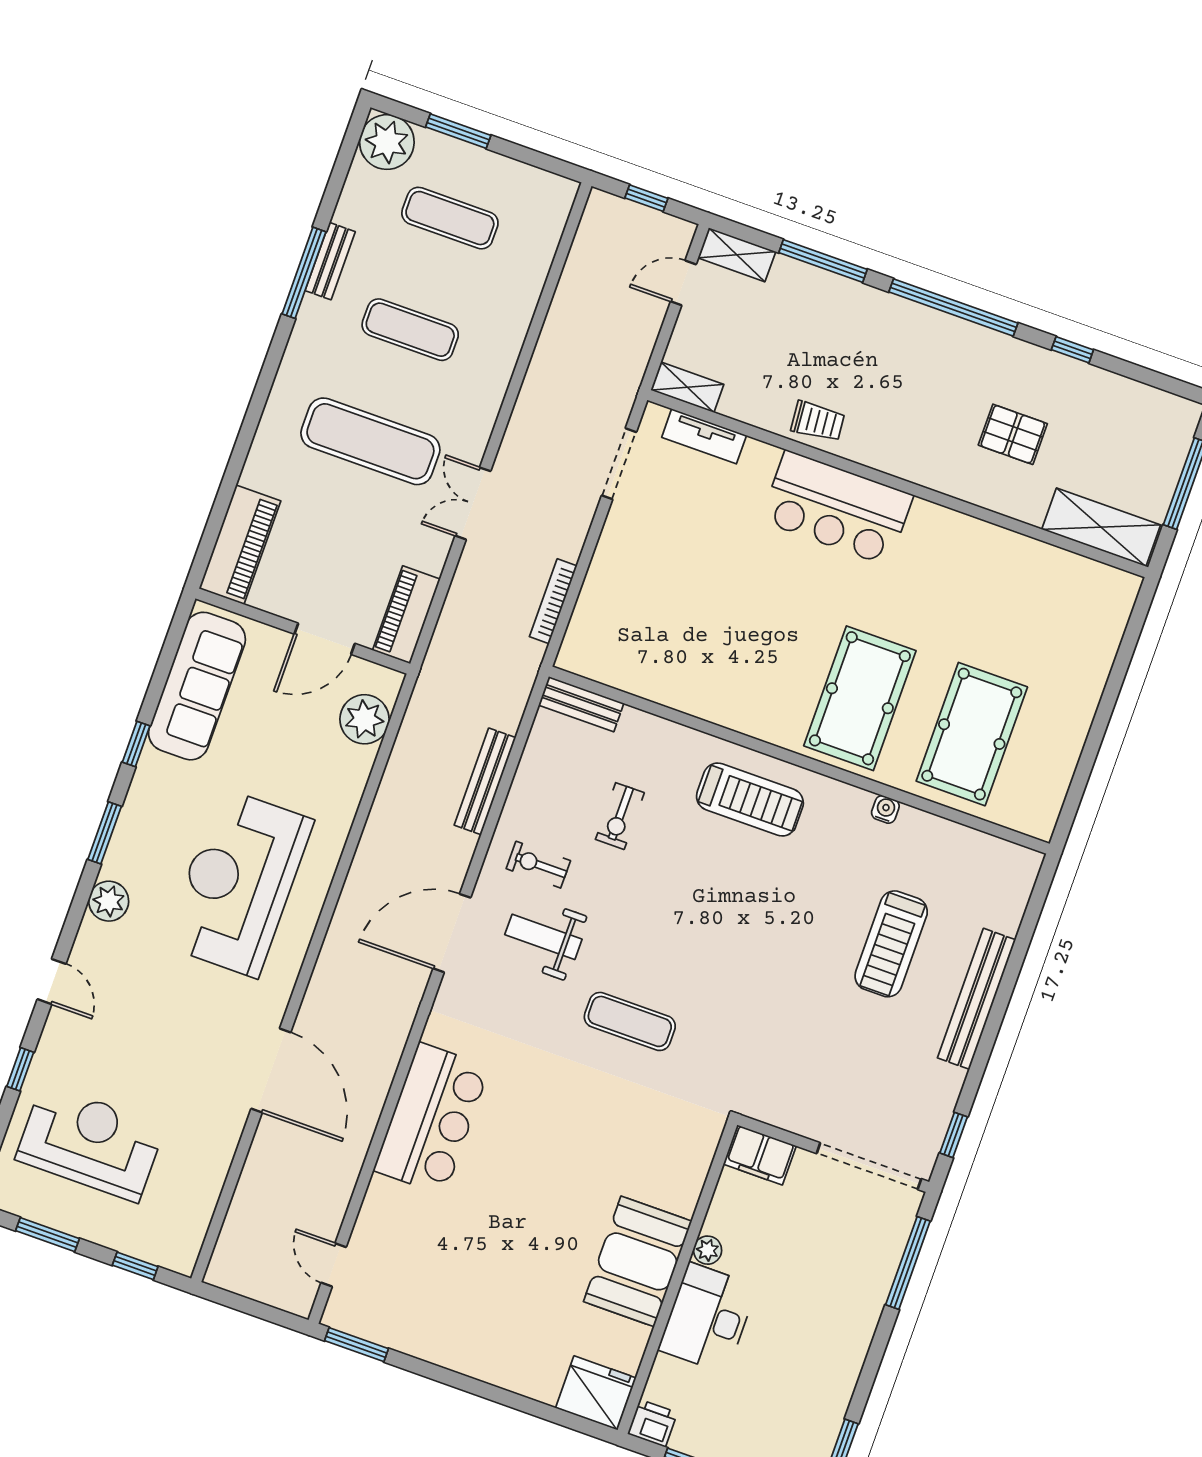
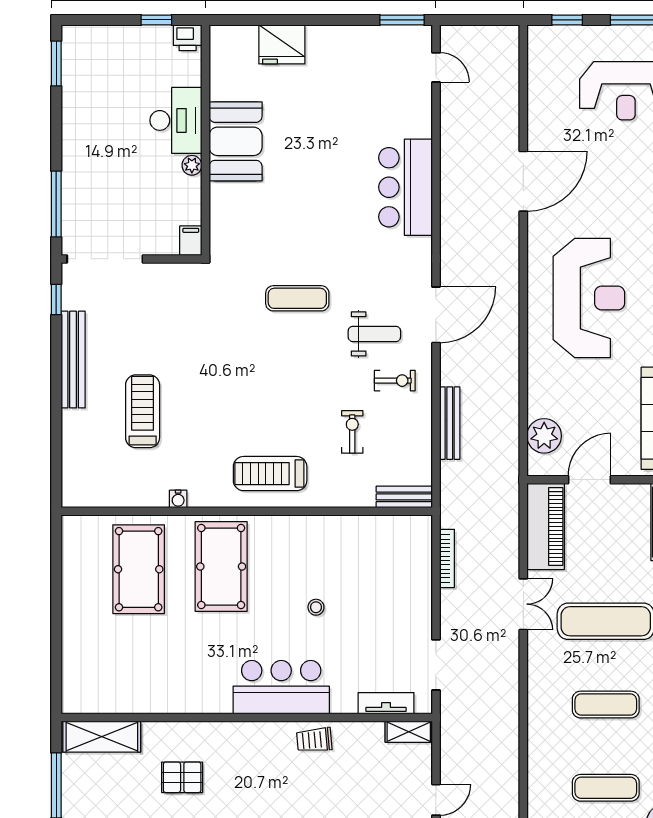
stool: (752, 598) -> (316, 607), added
piano: (406, 615) -> (546, 526), width x1.37, depth x1.33
bench: (976, 999) -> (73, 360), moved
door: (271, 1070) -> (523, 181), swing flipped
filing cabinet: (760, 1155) -> (191, 241), width x0.50
fridge: (596, 1393) -> (282, 44), moved

